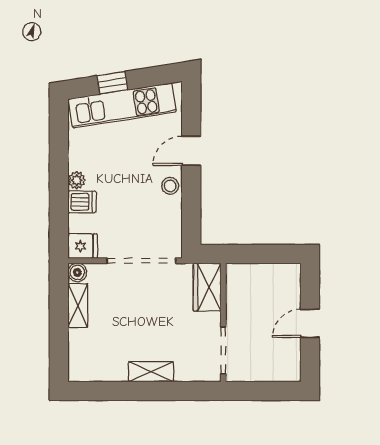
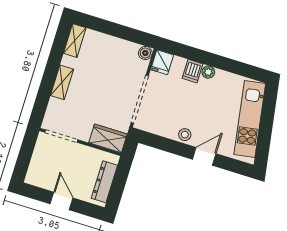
window: (112, 83) -> (267, 117), removed
door: (191, 151) -> (204, 156), hinge flipped
dresser: (267, 274) -> (104, 182), added
shelving: (78, 306) -> (75, 41), moved, turned 90

